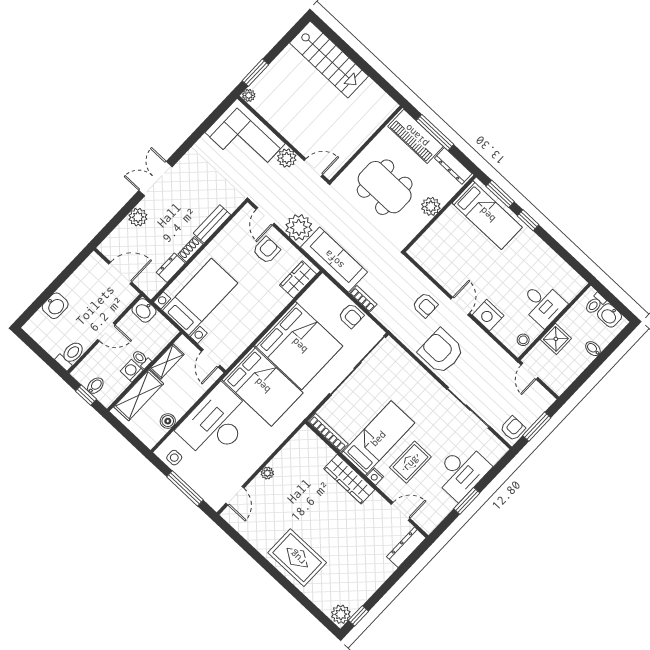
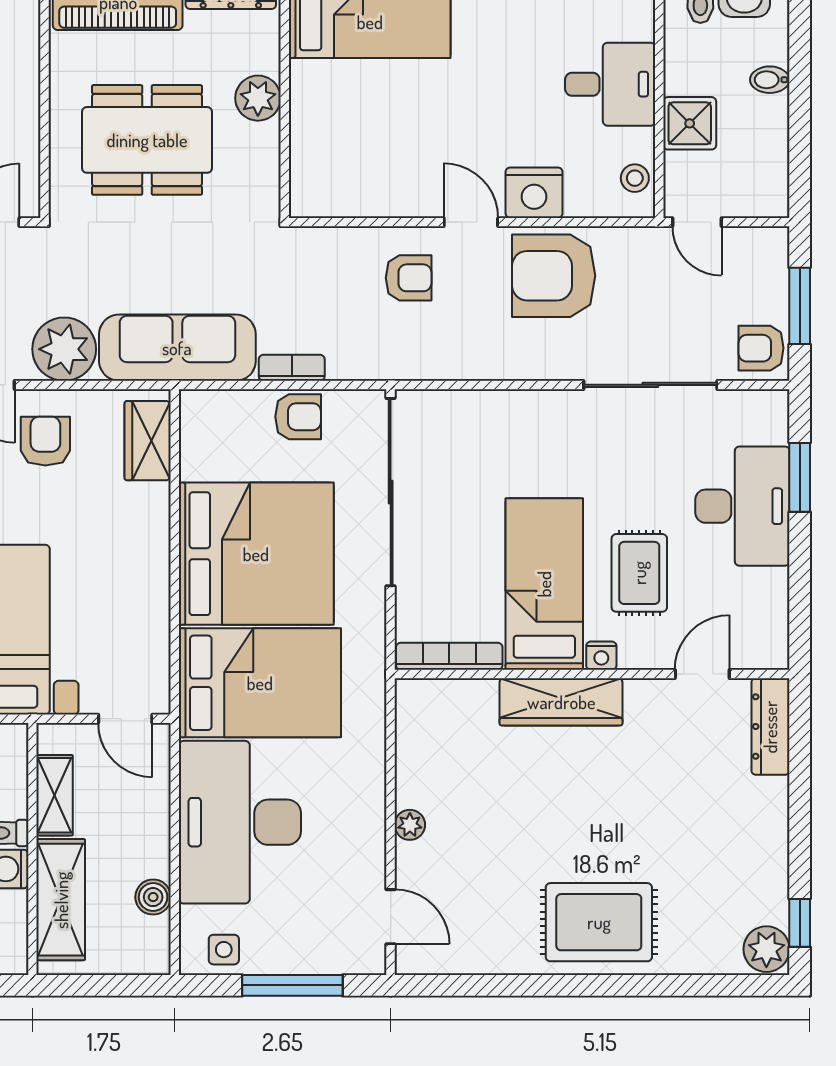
armchair: (441, 351) -> (554, 276), moved
armchair: (513, 428) -> (761, 348), turned -90
window: (467, 501) -> (800, 477), moved

